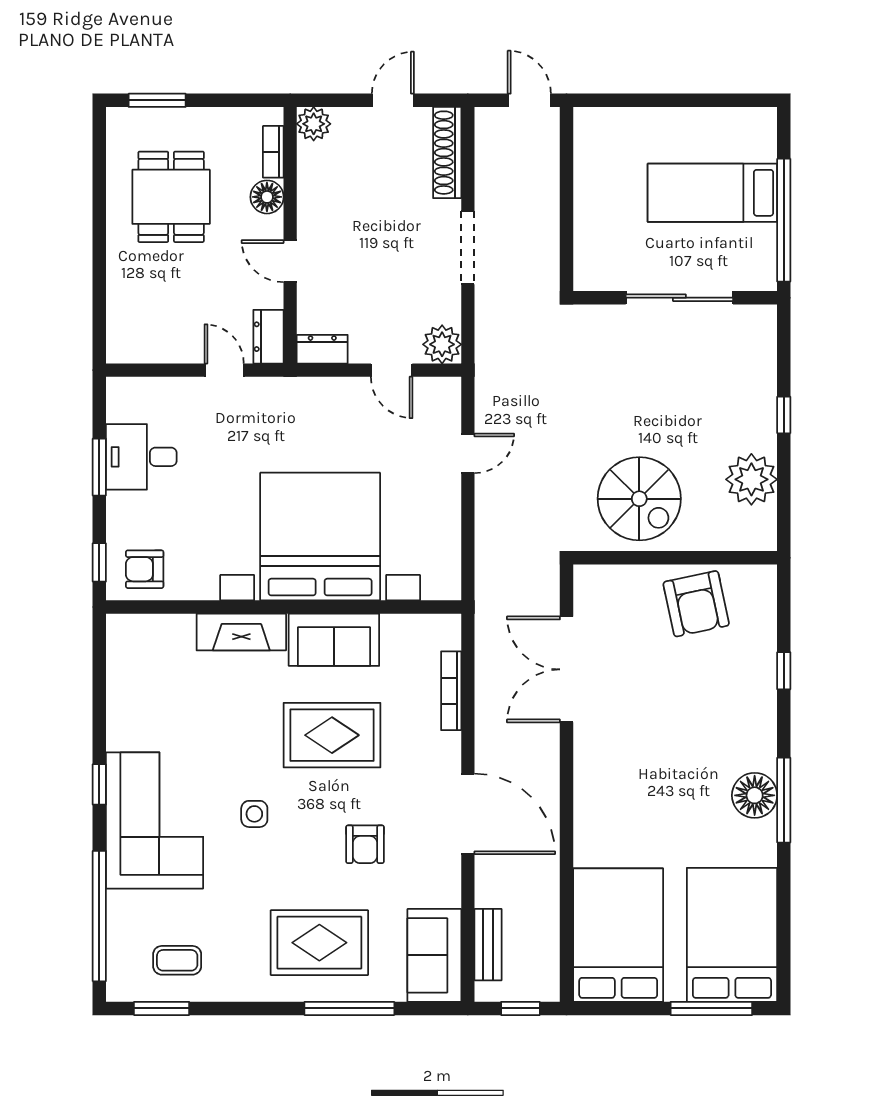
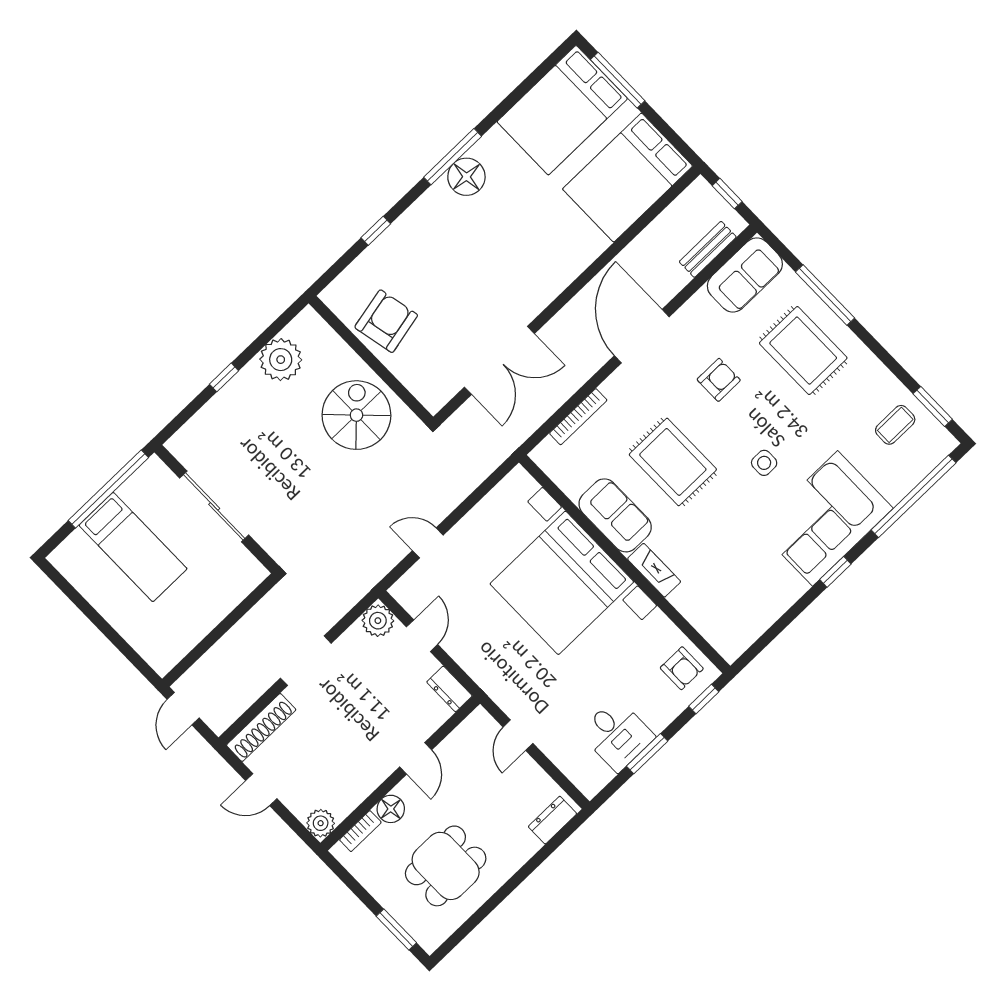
dresser: (268, 337) -> (552, 820), moved, turned 180
fireplace: (241, 632) -> (654, 570), width x0.73, depth x0.76
coffee table: (177, 960) -> (895, 425), turned 90

